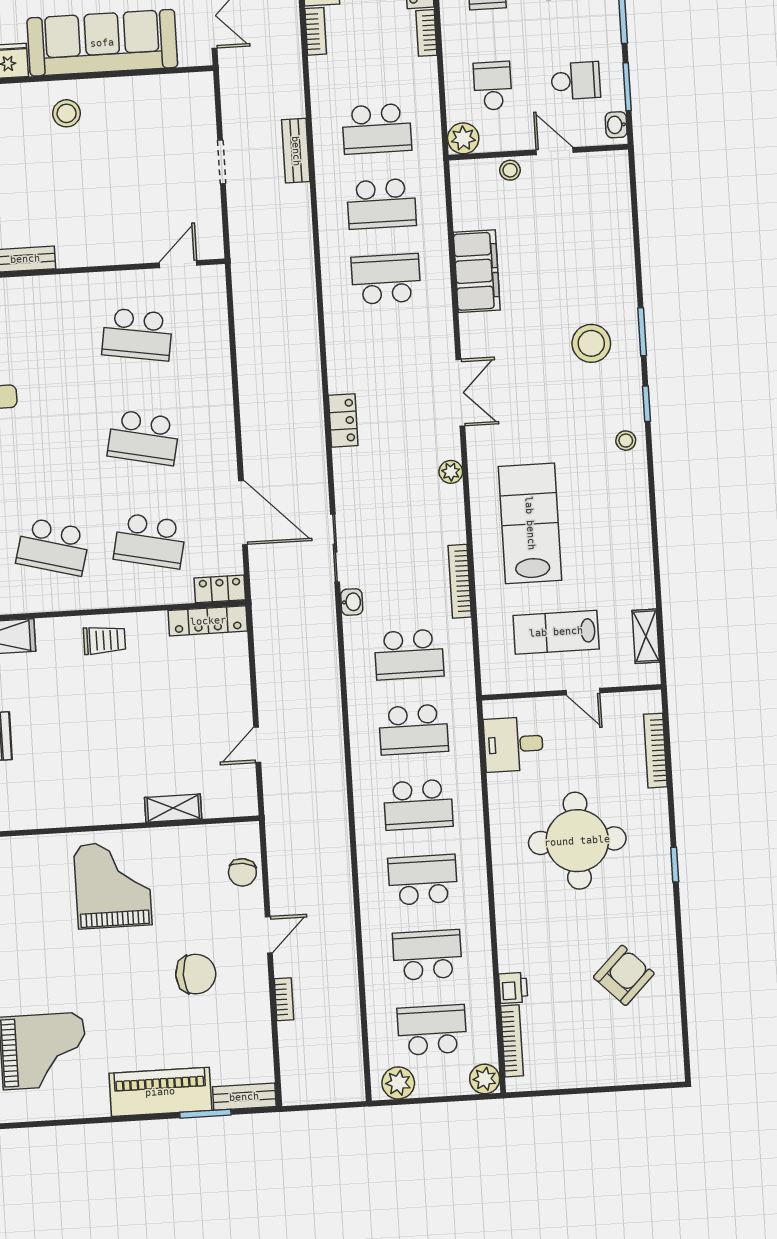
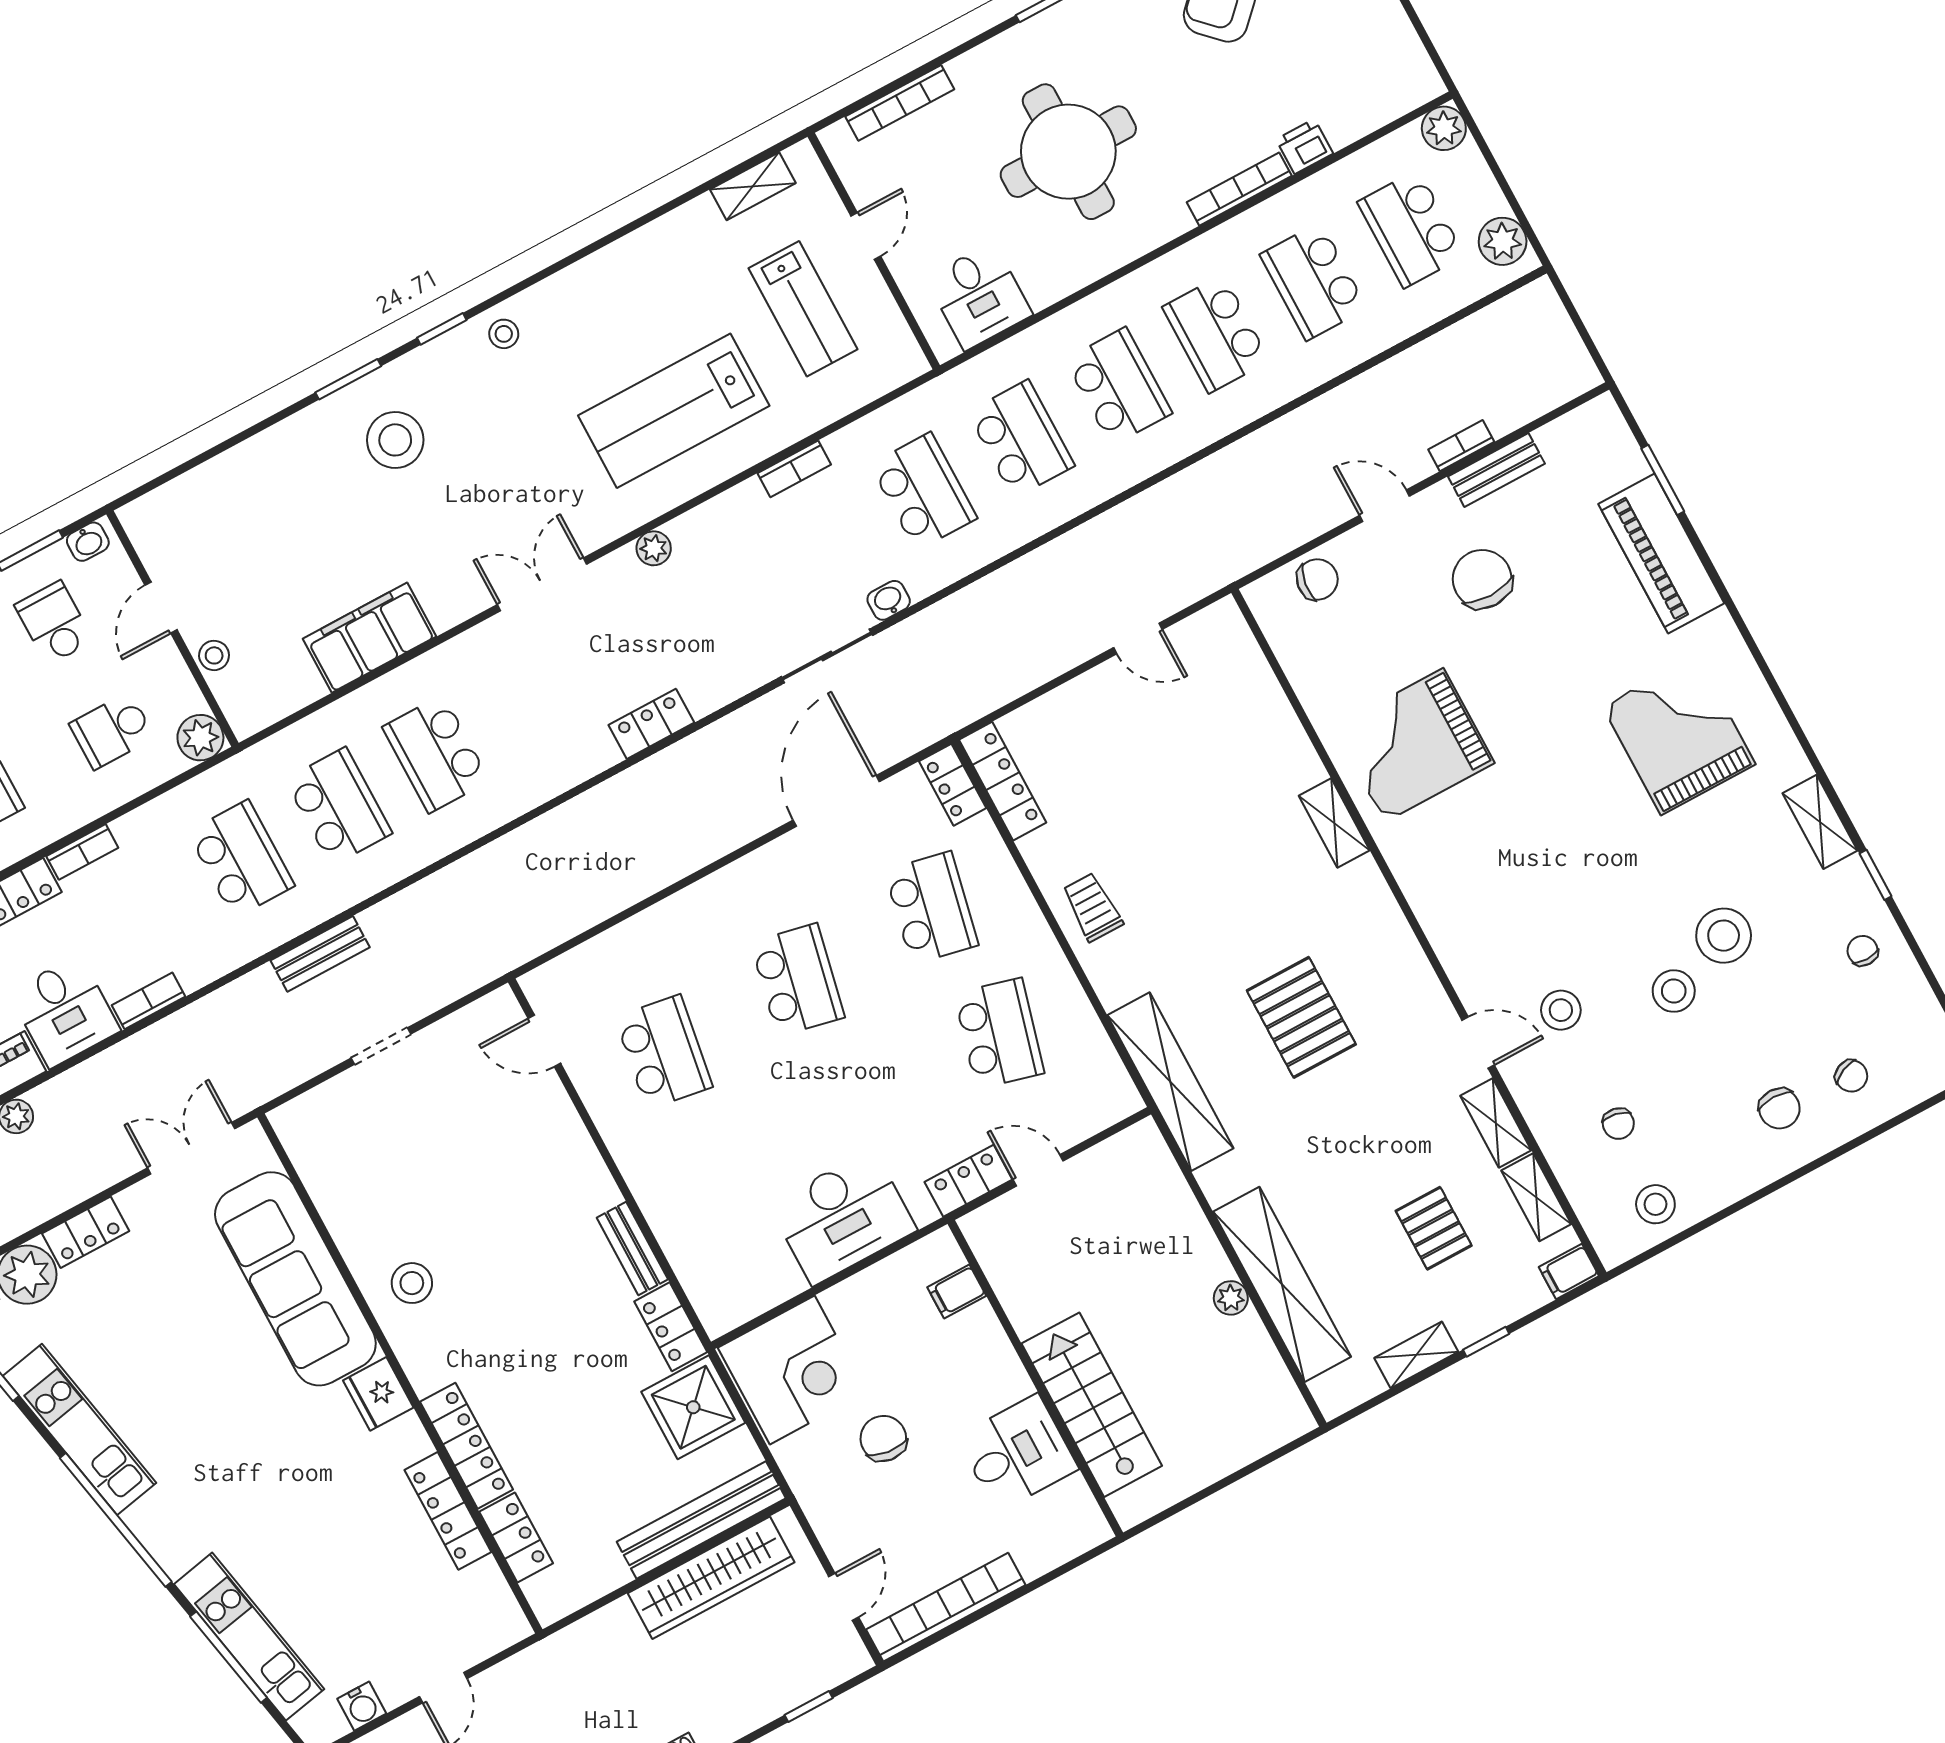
bookcase: (460, 581) -> (794, 469), width x0.64
shelving: (173, 808) -> (1334, 823), moved
bookcase: (512, 1041) -> (1239, 189), moved
bench: (244, 1097) -> (1496, 470), moved, turned 90

